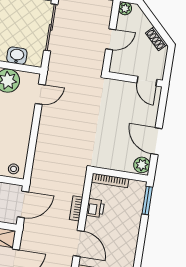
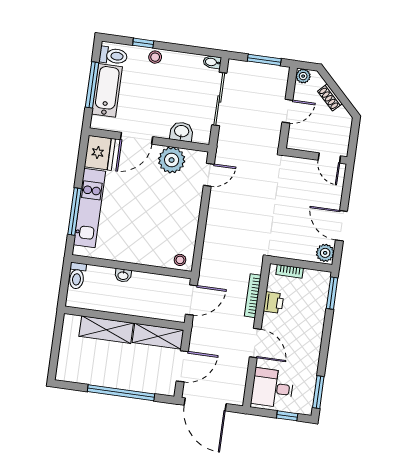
shoe rack: (156, 39) -> (330, 97), moved
bookcase: (110, 181) -> (290, 271), width x0.64
bookcase: (76, 208) -> (253, 296), width x1.56

